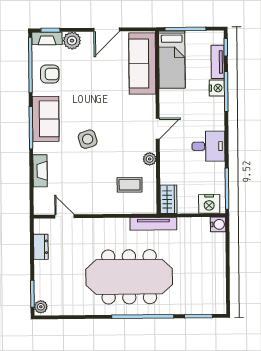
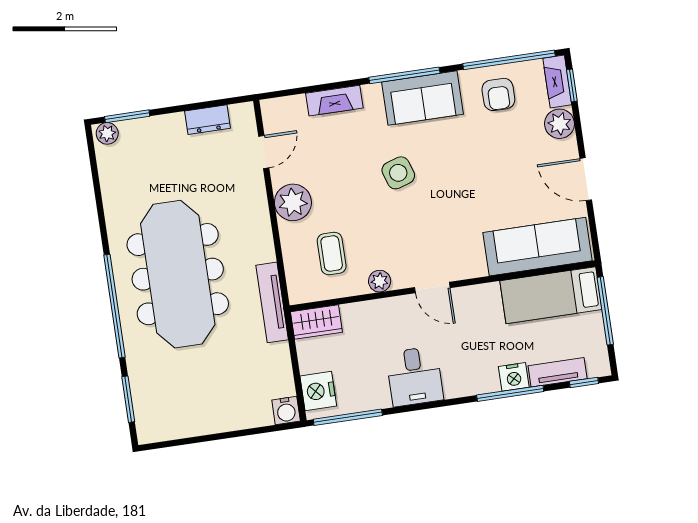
plant: (96, 203) -> (293, 202), added

